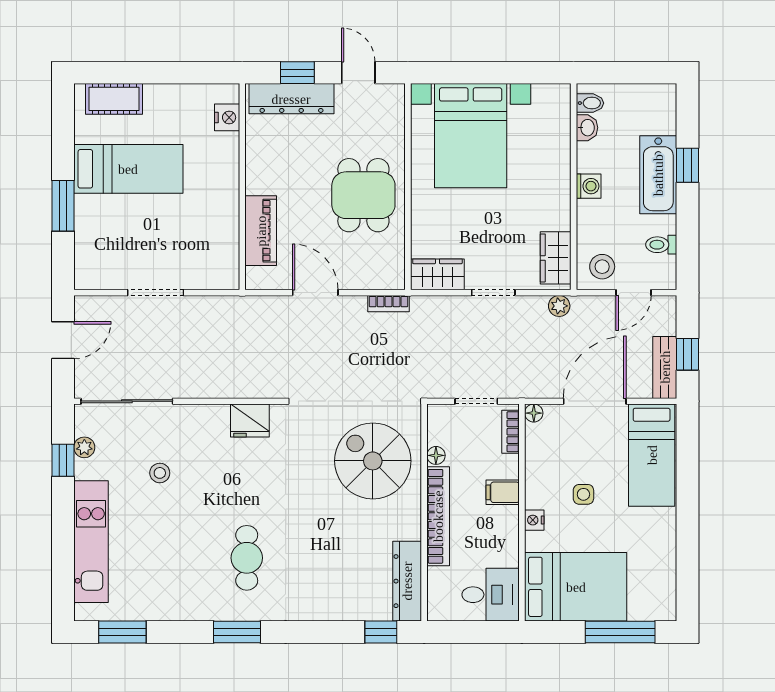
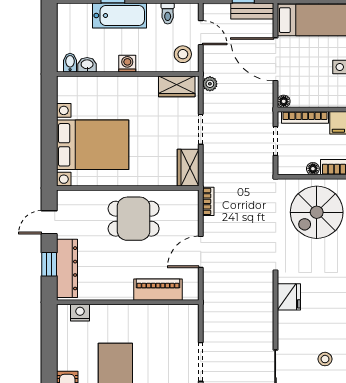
bookcase: (511, 432) -> (305, 117), width x1.56

